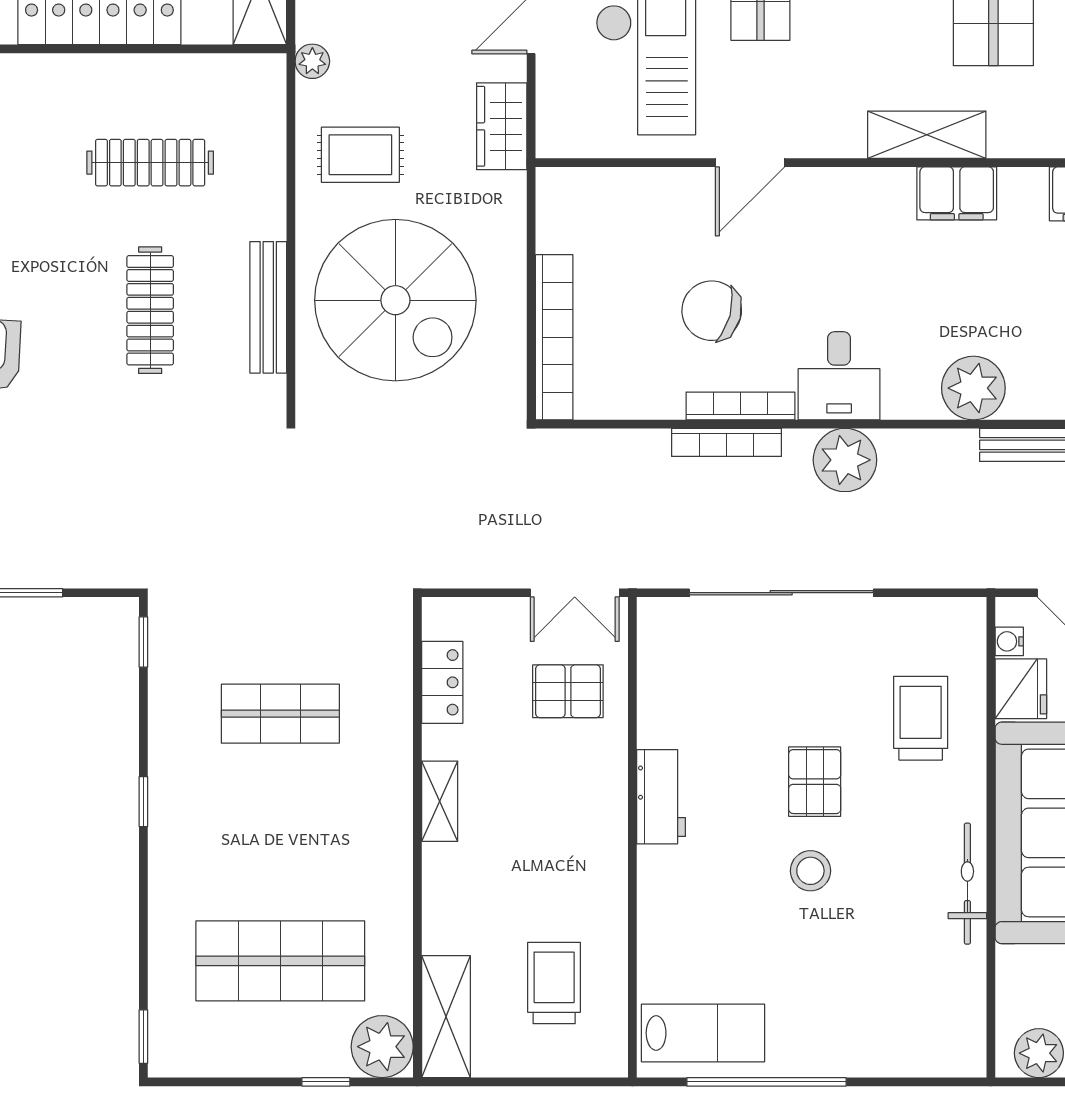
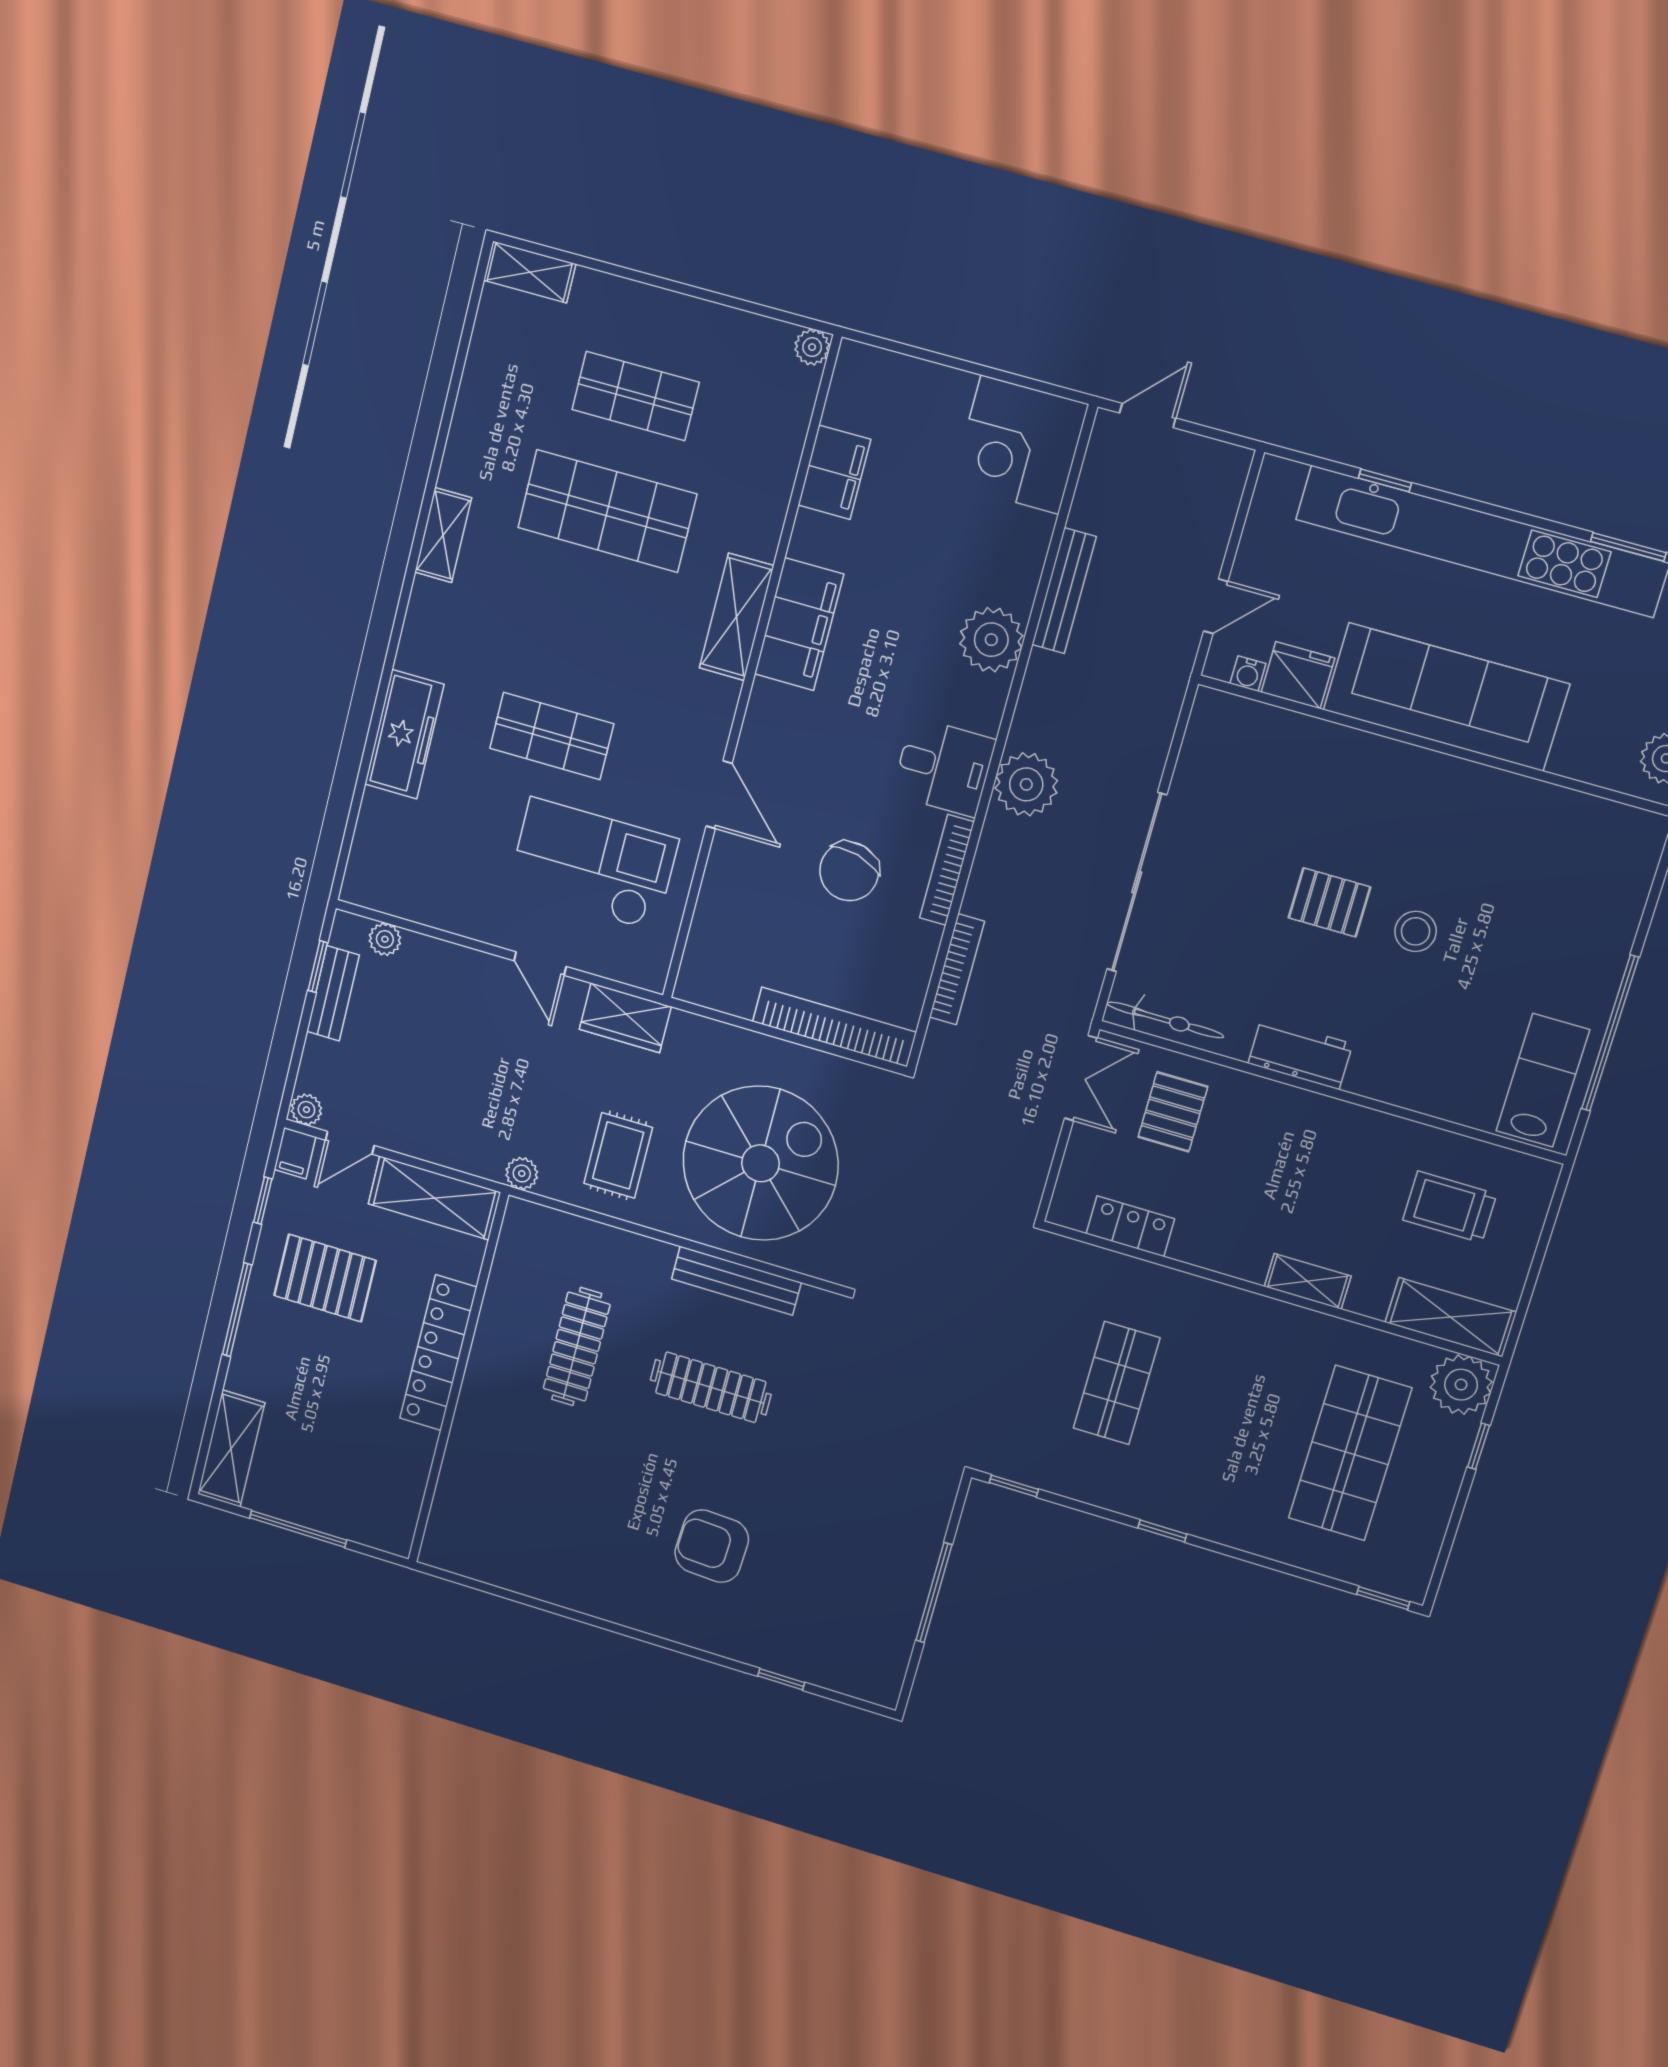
filing cabinet: (957, 193) -> (799, 624), width x1.50, depth x1.17
bookcase: (727, 442) -> (957, 969), moved
trolley: (921, 718) -> (1298, 782), removed
shelving: (440, 801) -> (1308, 1281), moved
bicycle: (967, 884) -> (1165, 1020), moved, turned 180

